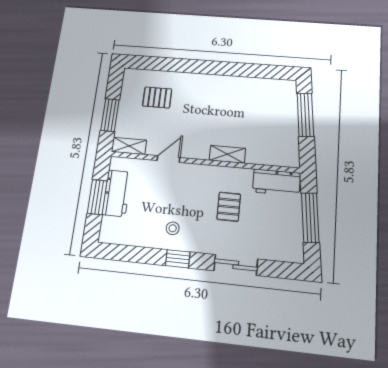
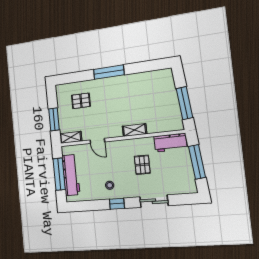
window: (207, 67) -> (109, 72), added
window: (305, 115) -> (184, 103), moved
door: (168, 159) -> (97, 141), swing flipped
workbench: (117, 193) -> (71, 175), width x1.37
window: (97, 197) -> (59, 174), width x1.44

